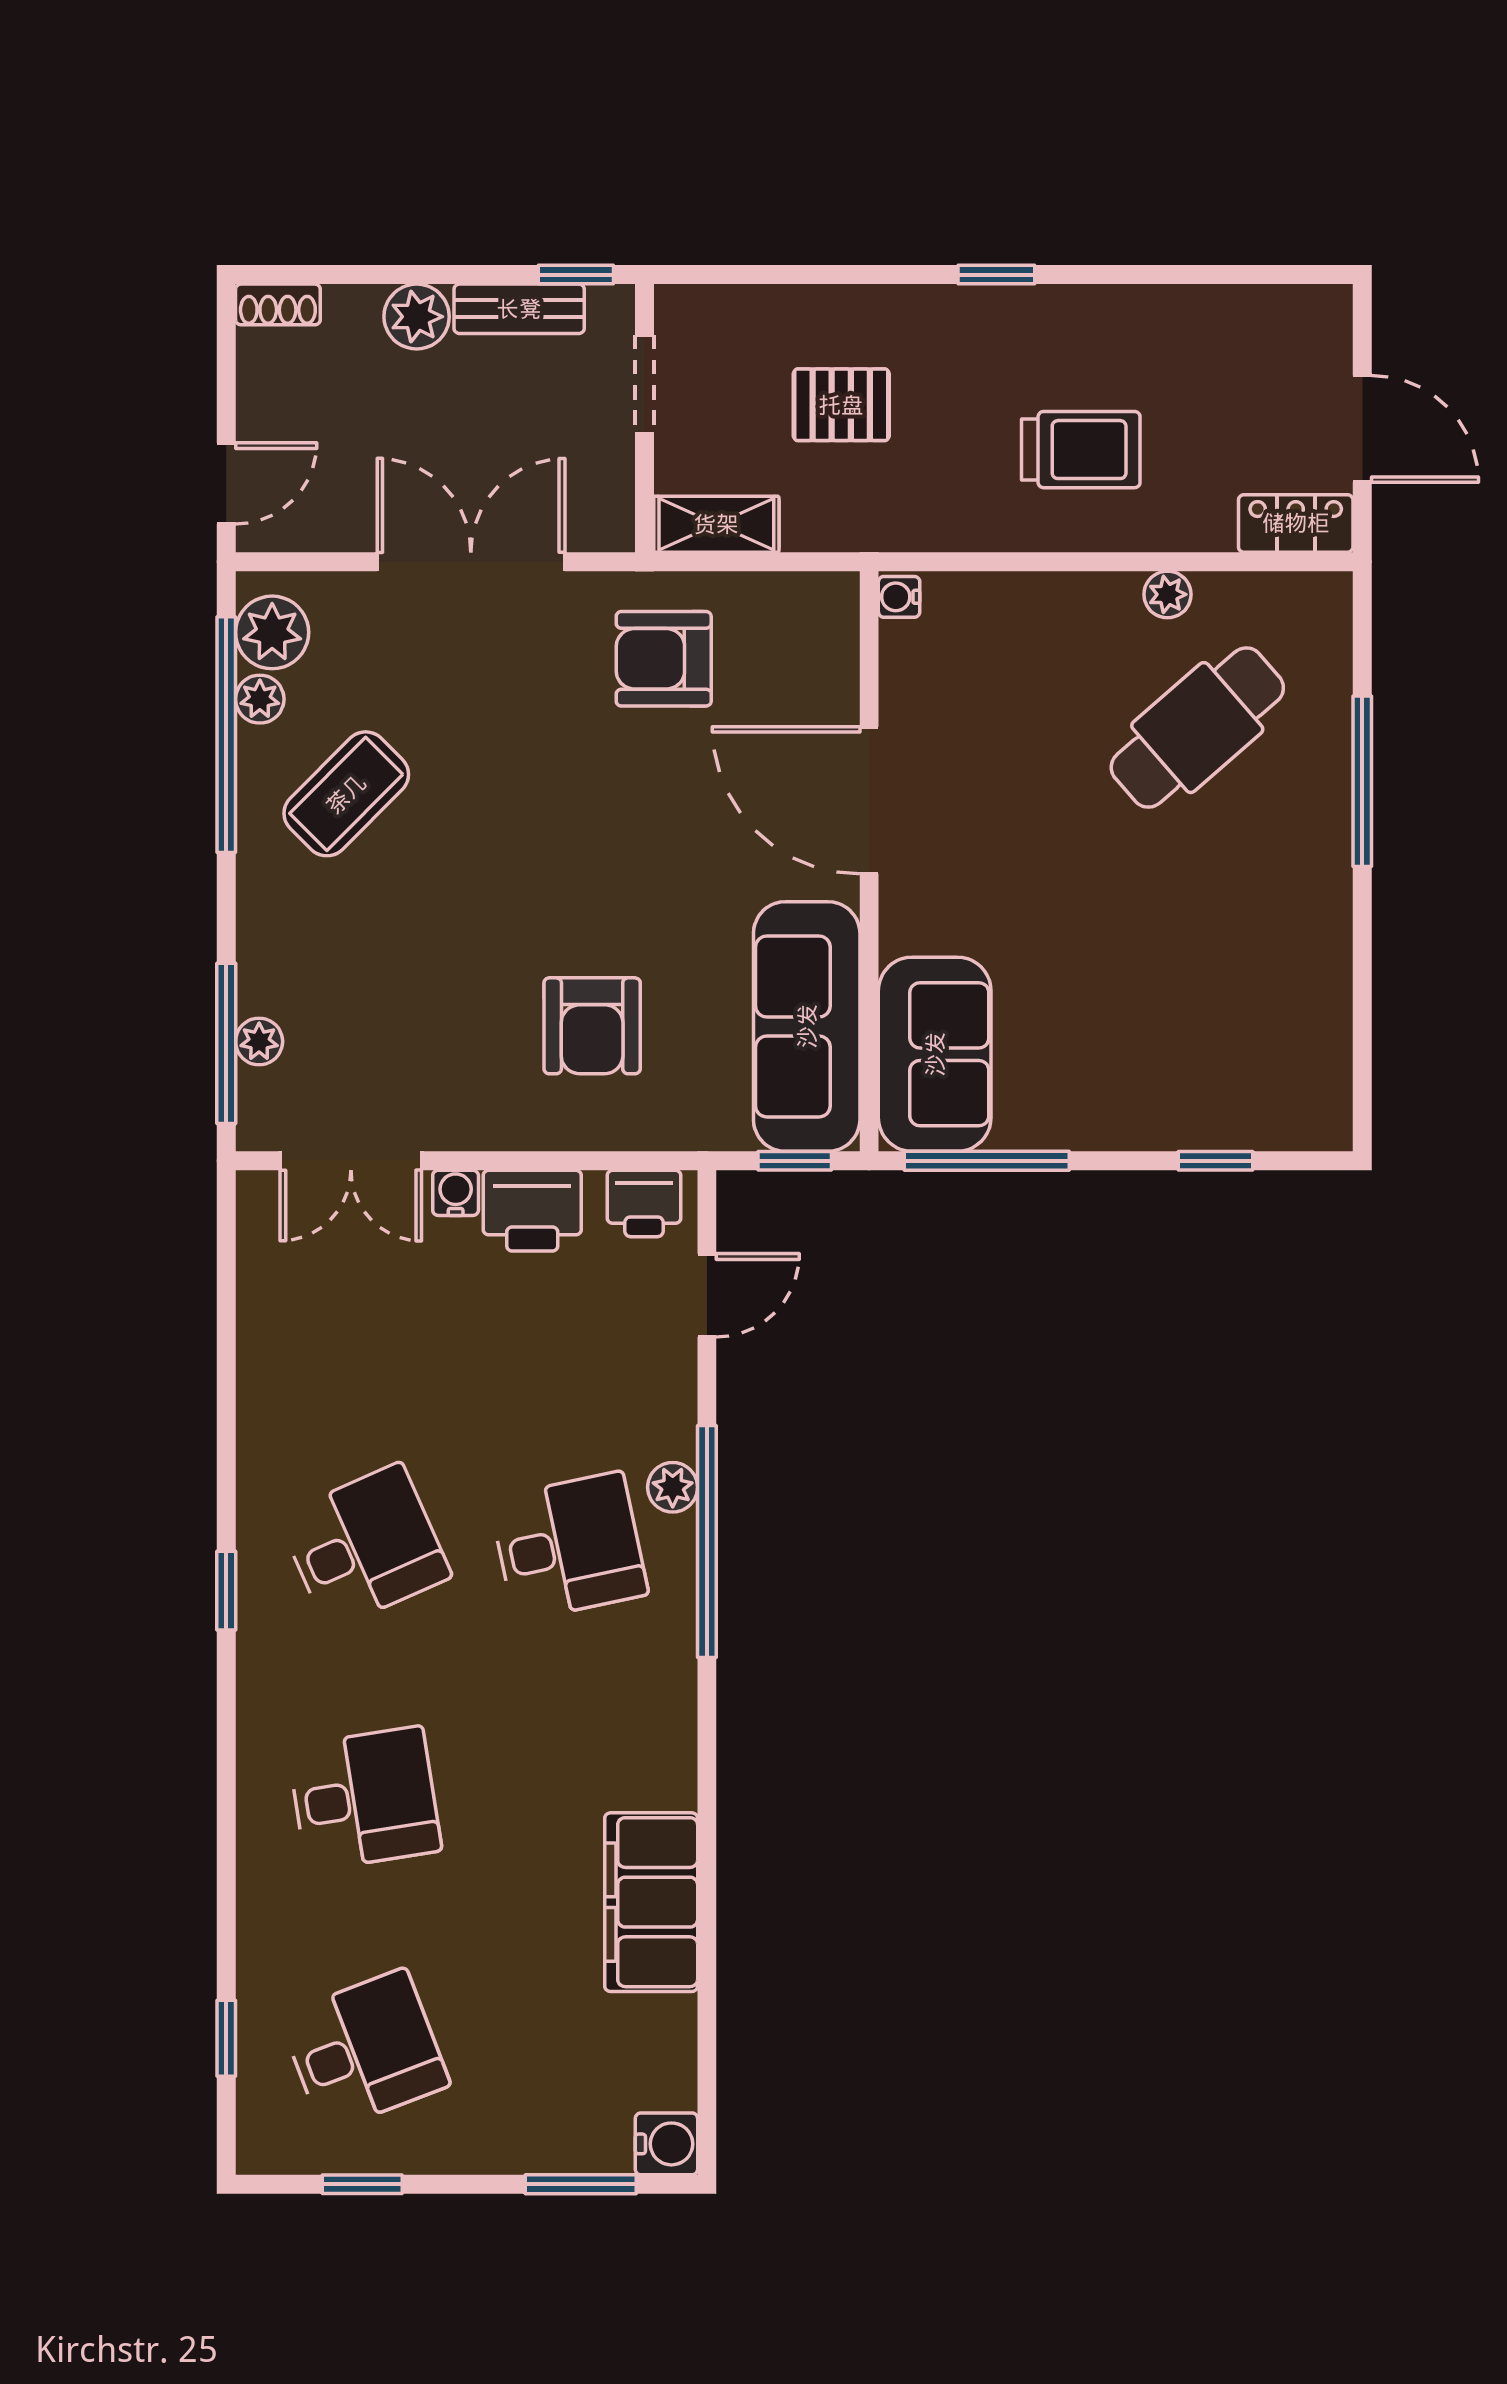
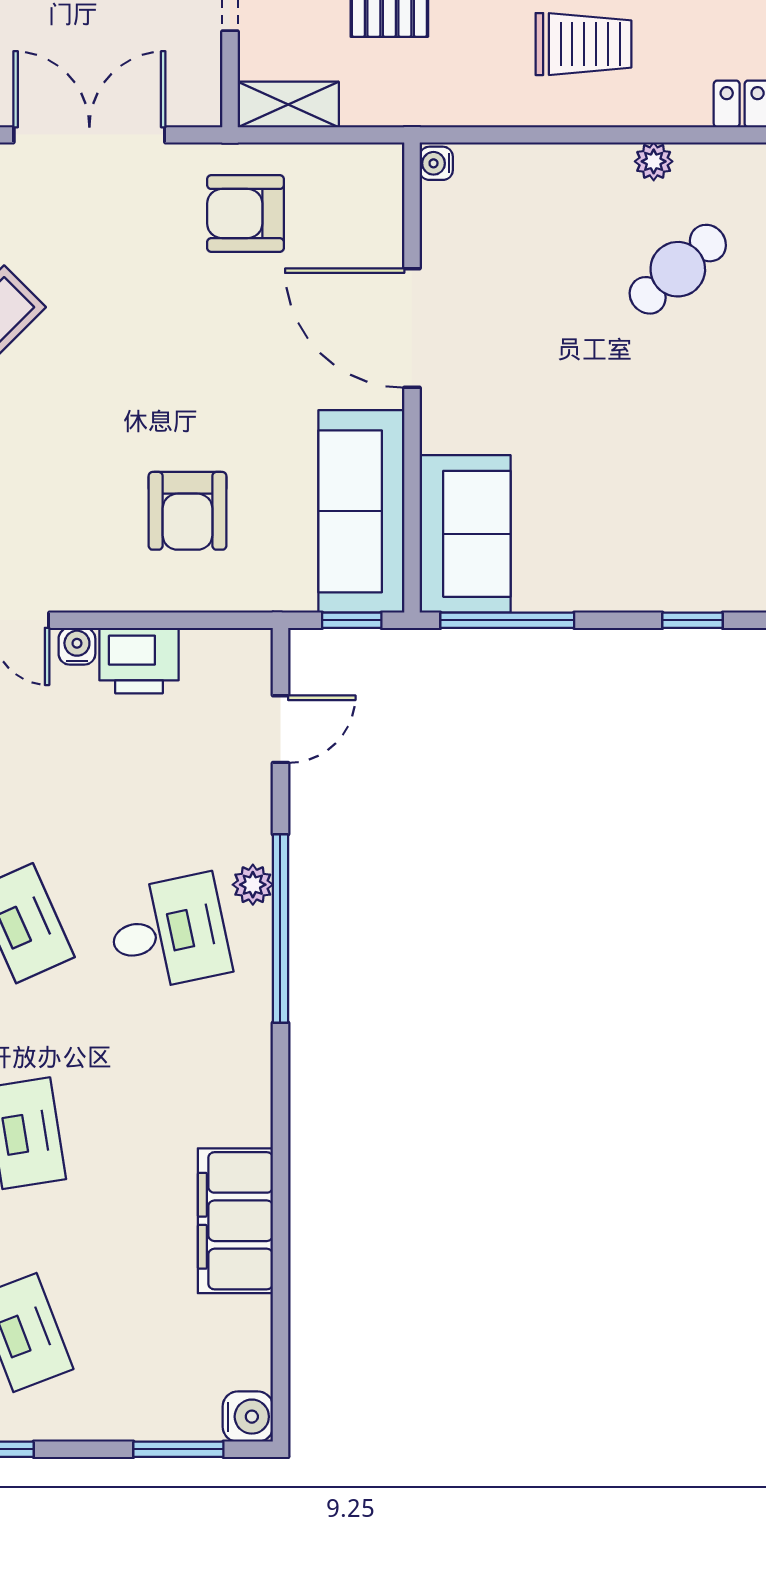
cafe table: (1197, 728) -> (678, 269), width x0.73, depth x0.74
printer: (644, 1203) -> (230, 655), removed

